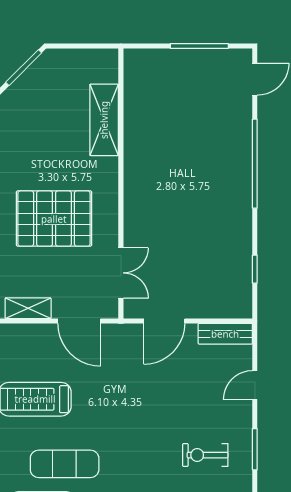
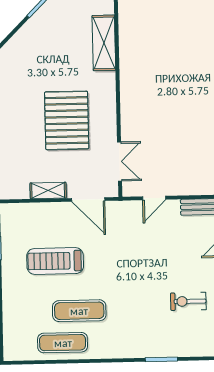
pallet: (54, 219) -> (67, 120), turned 90
door: (164, 321) -> (154, 198), width x0.73

